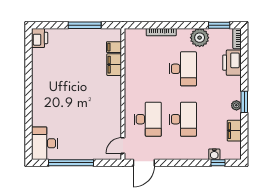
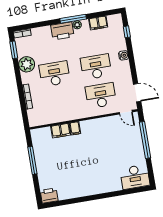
filing cabinet: (114, 47) -> (75, 128), moved
printer: (232, 63) -> (62, 31), moved
window: (244, 102) -> (73, 19), width x1.44
water cooler: (214, 154) -> (124, 55), moved
window: (71, 163) -> (145, 140), moved

